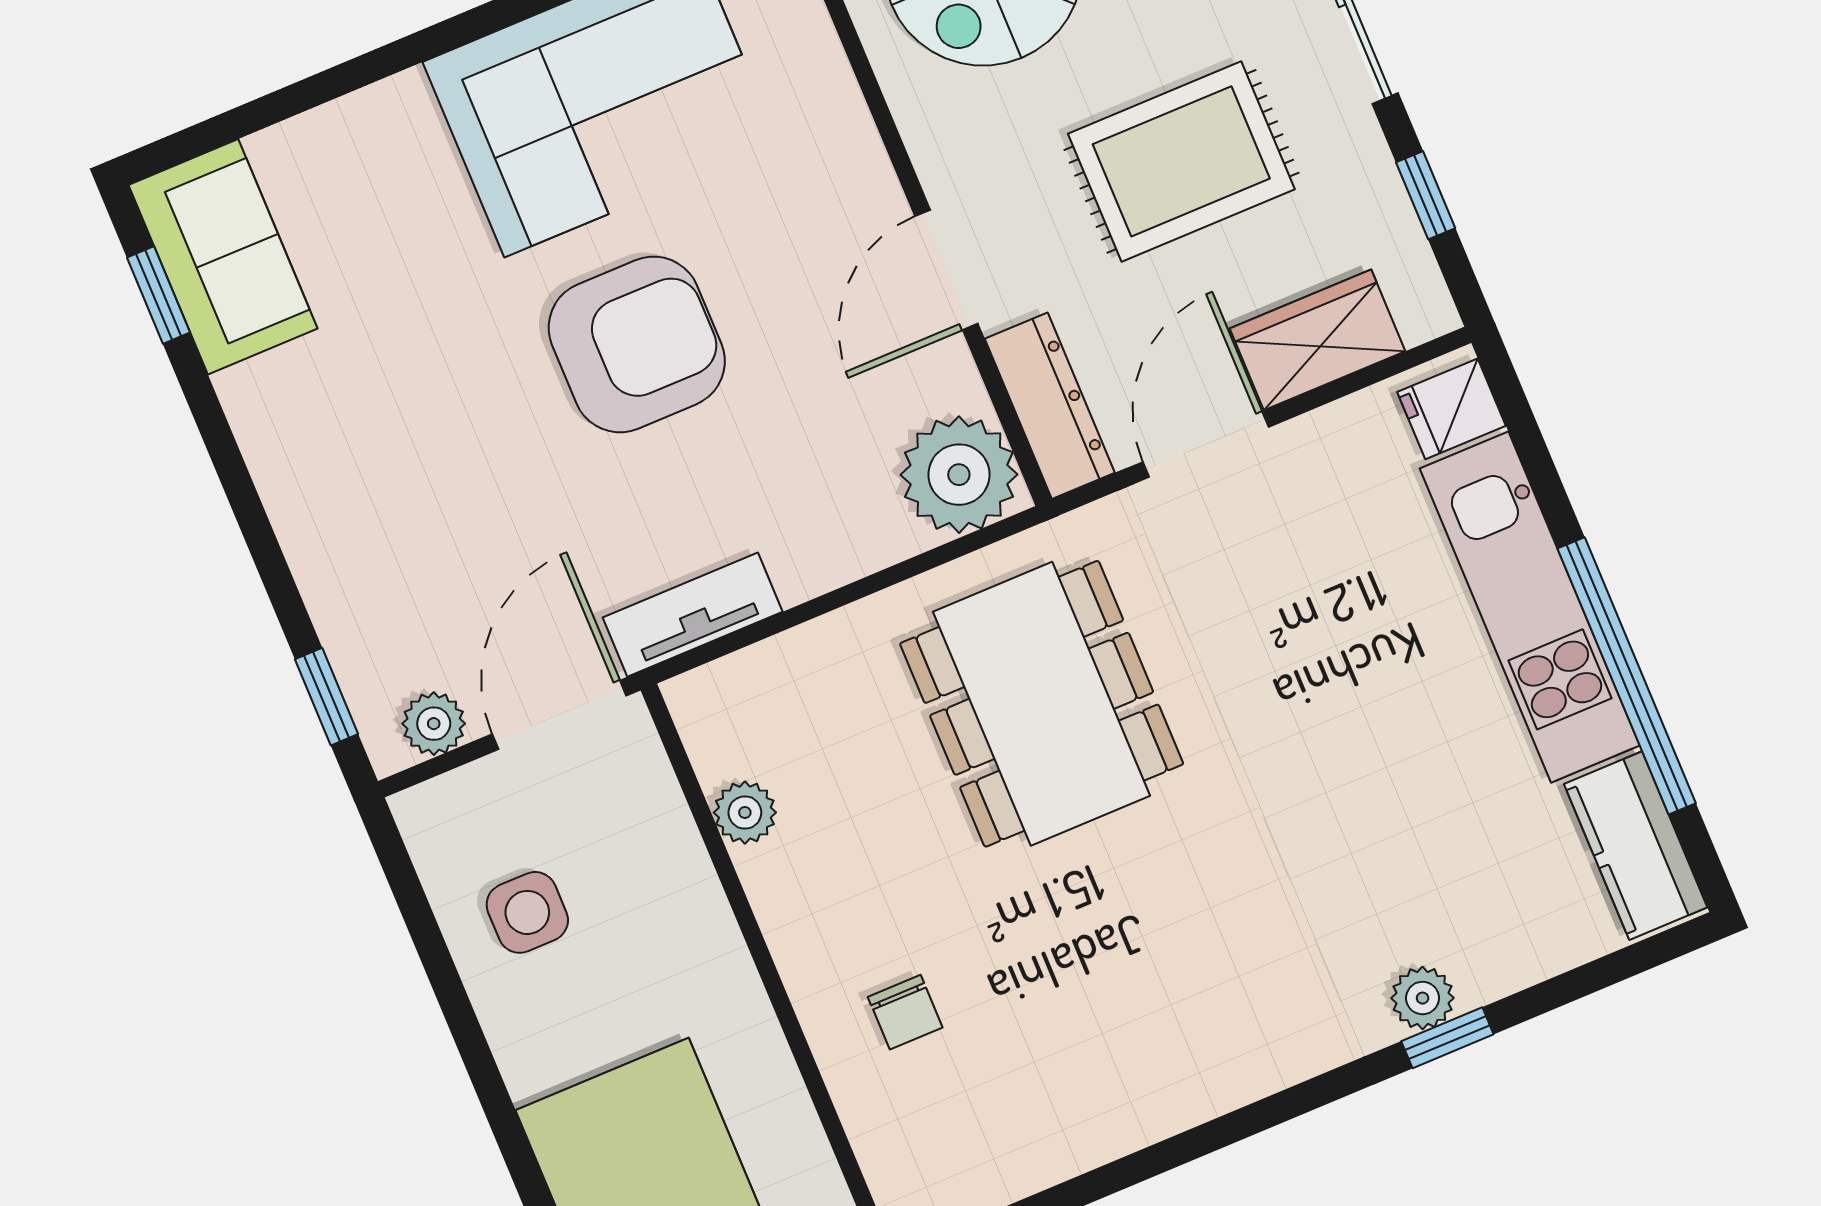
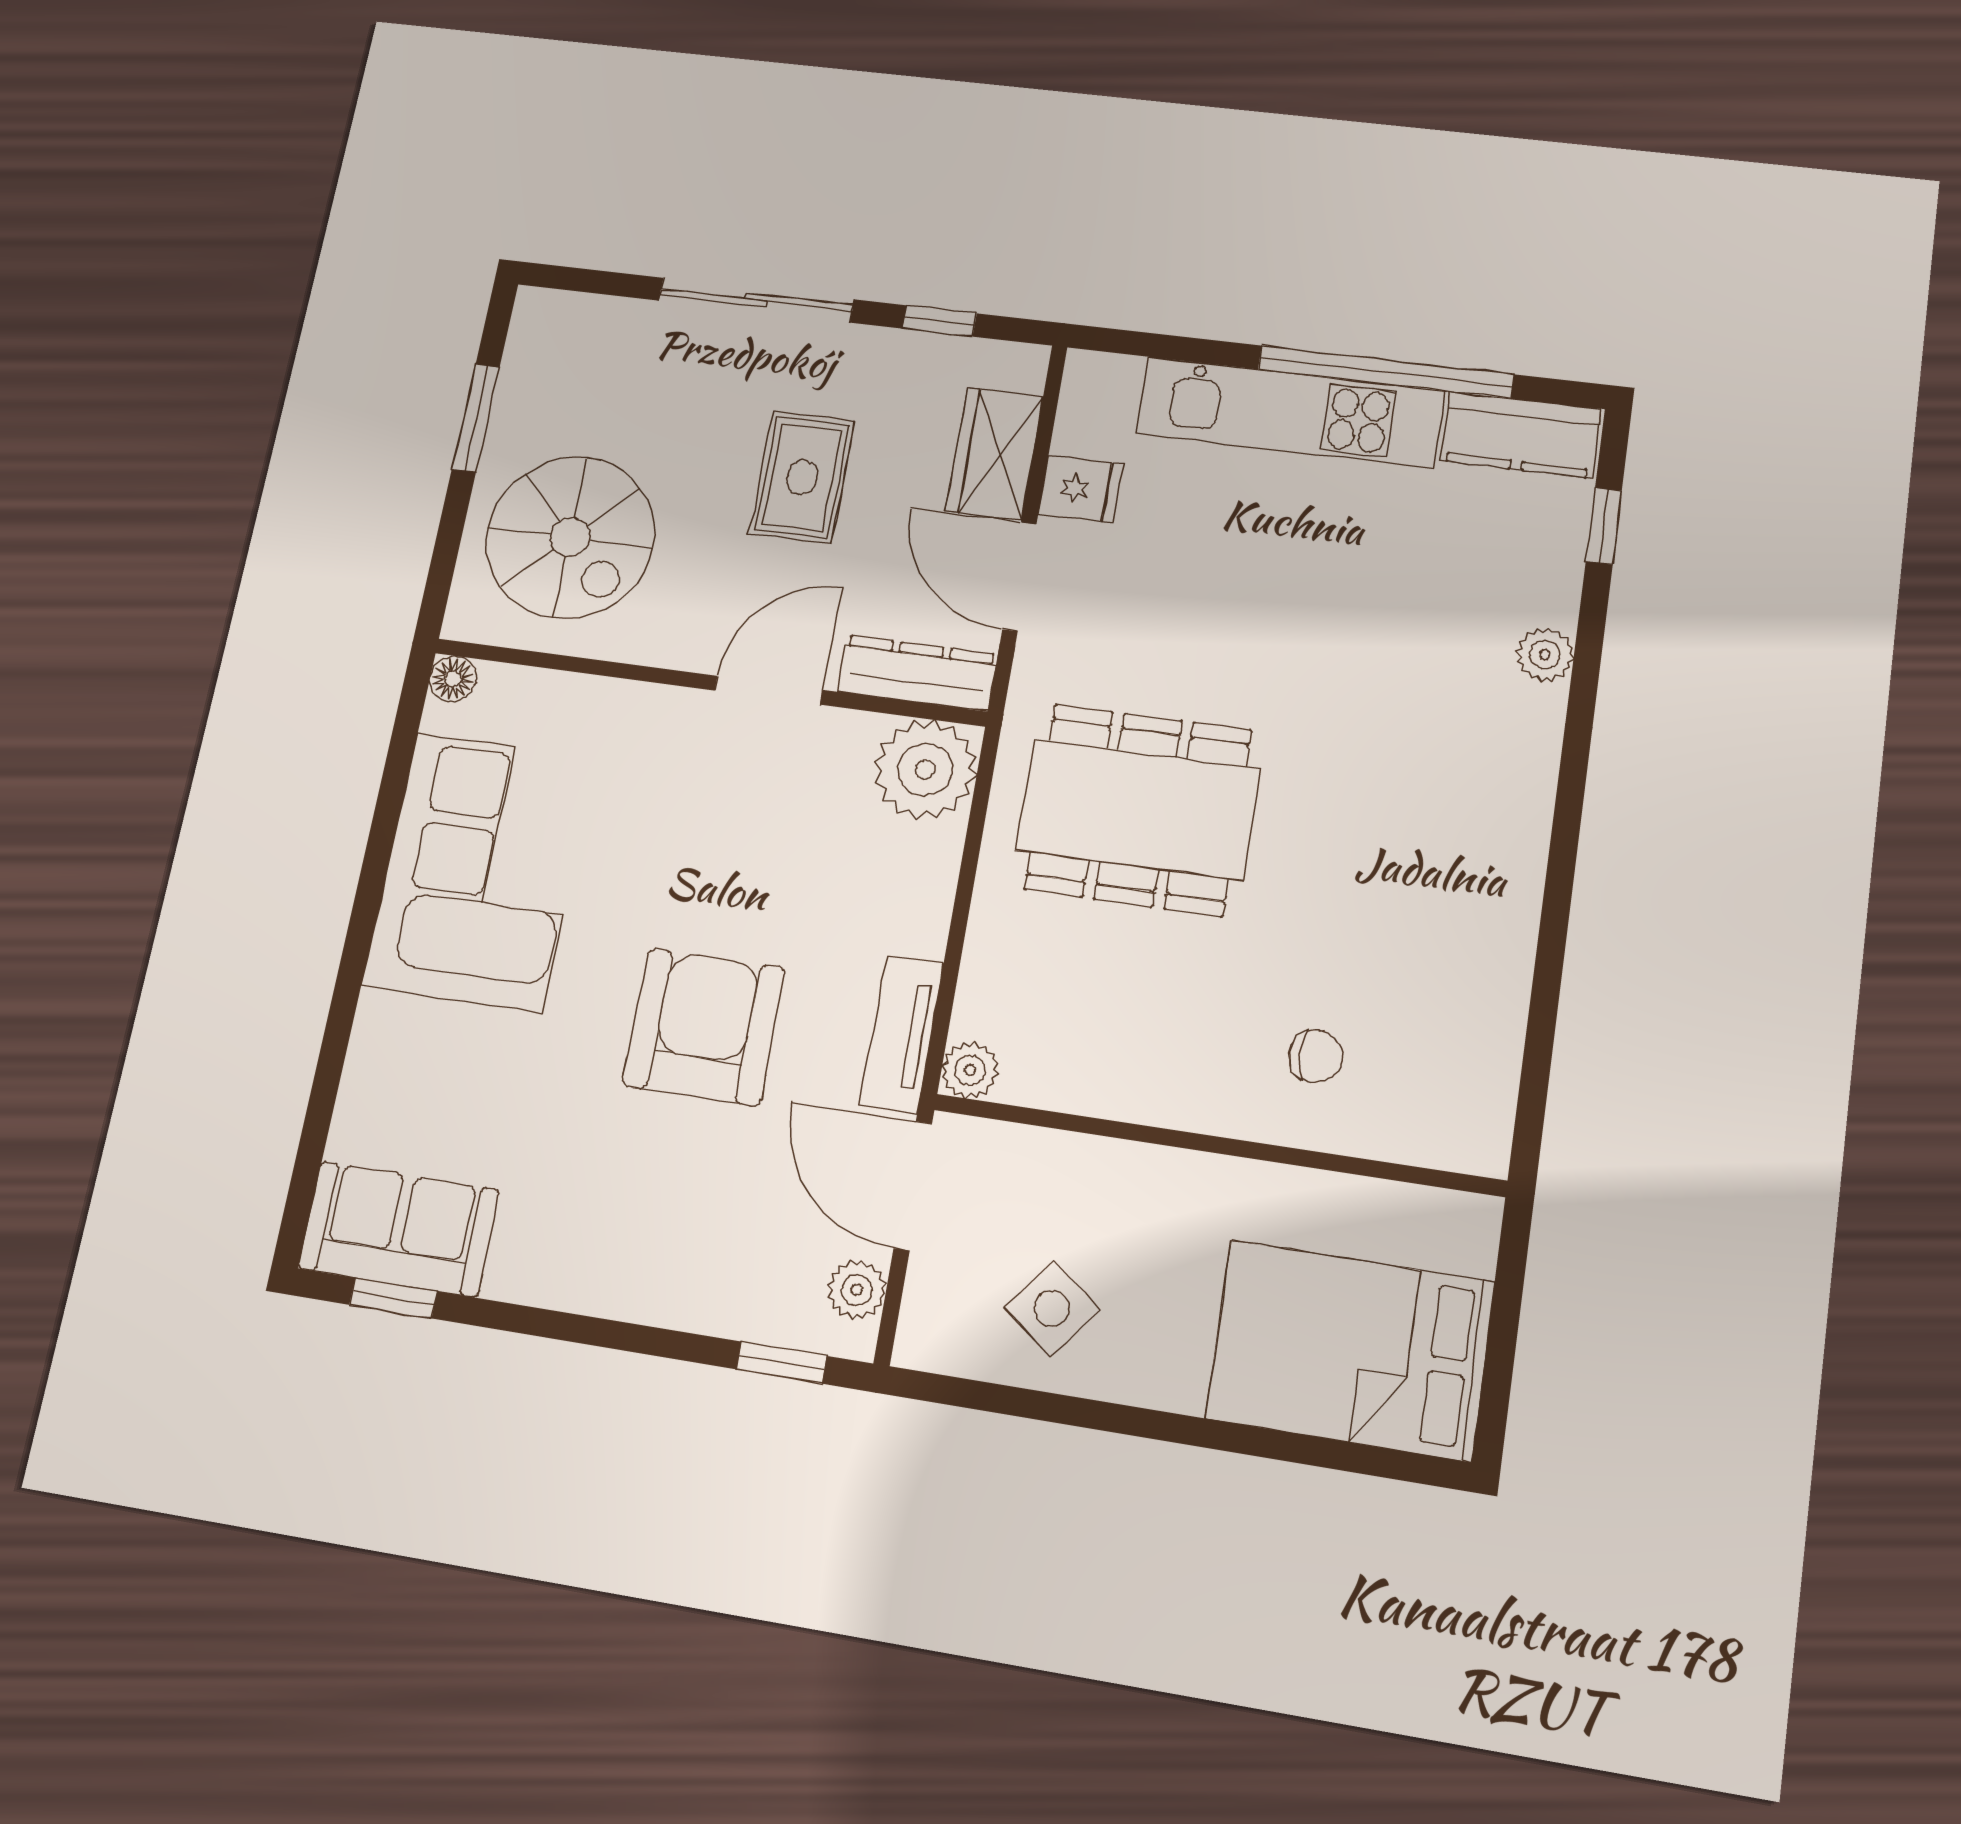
rug: (1181, 161) -> (802, 477), width x0.73, depth x0.70
door: (946, 270) -> (769, 690), swing flipped
armchair: (637, 344) -> (704, 1027), moved
fridge: (1452, 409) -> (1081, 489), moved, turned -90
plant: (745, 813) -> (970, 1070), moved
side table: (527, 912) -> (1052, 1308), turned 38
window: (1447, 1038) -> (1604, 526), moved

